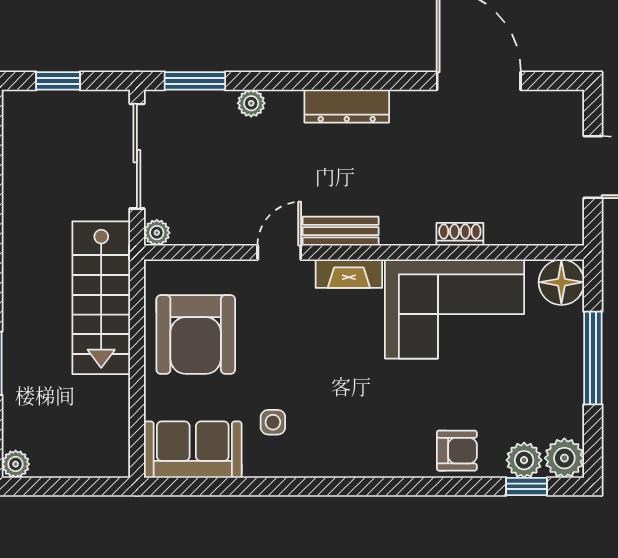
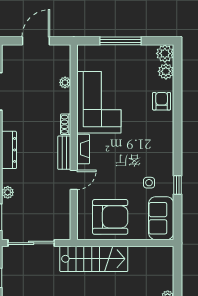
plant: (157, 233) -> (65, 82), moved
shoe rack: (460, 234) -> (66, 124), moved
door: (279, 253) -> (74, 180), swing flipped
floor lamp: (561, 282) -> (87, 55), removed
window: (526, 487) -> (178, 185), moved

